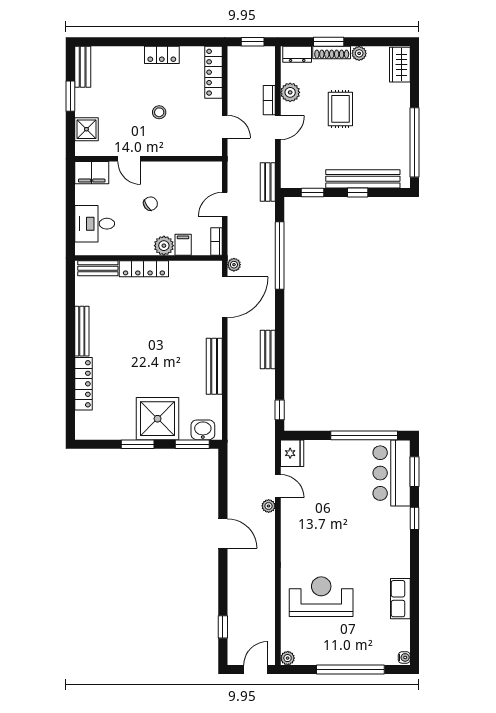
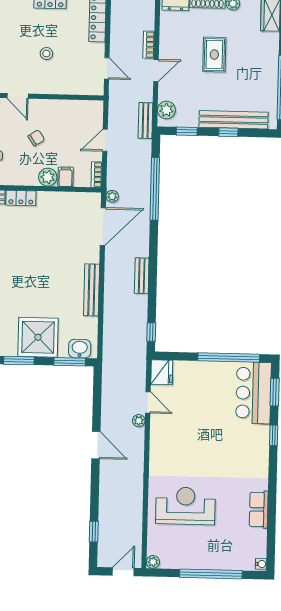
plant: (290, 92) -> (166, 110), moved
locker: (144, 269) -> (21, 198), width x0.66

